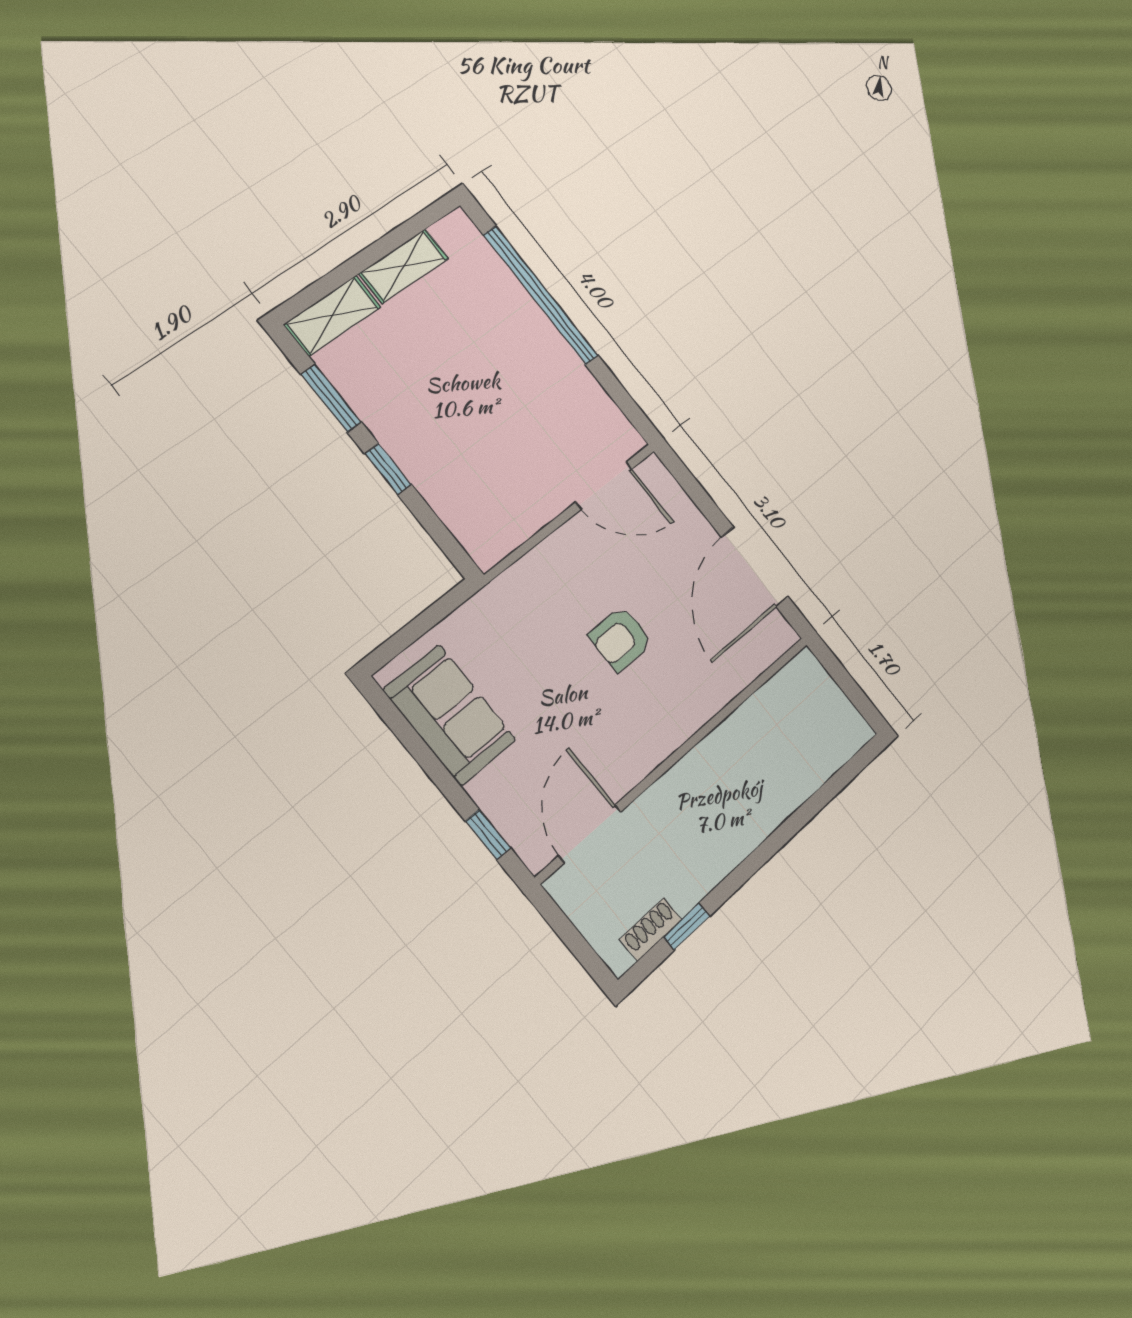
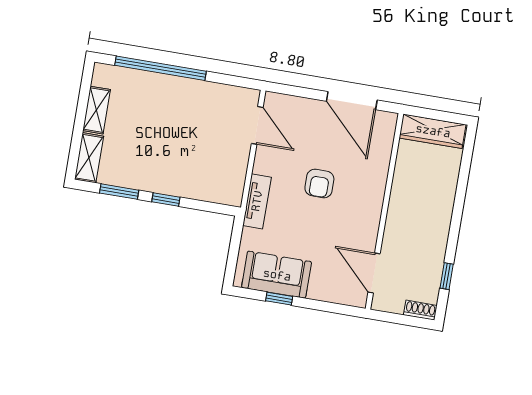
door: (604, 485) -> (257, 125), hinge flipped
tv unit: (514, 586) -> (257, 201), added
wardrobe: (826, 702) -> (433, 131), added
window: (488, 835) -> (279, 299), moved
shoe rack: (651, 929) -> (420, 310), moved, turned 90

